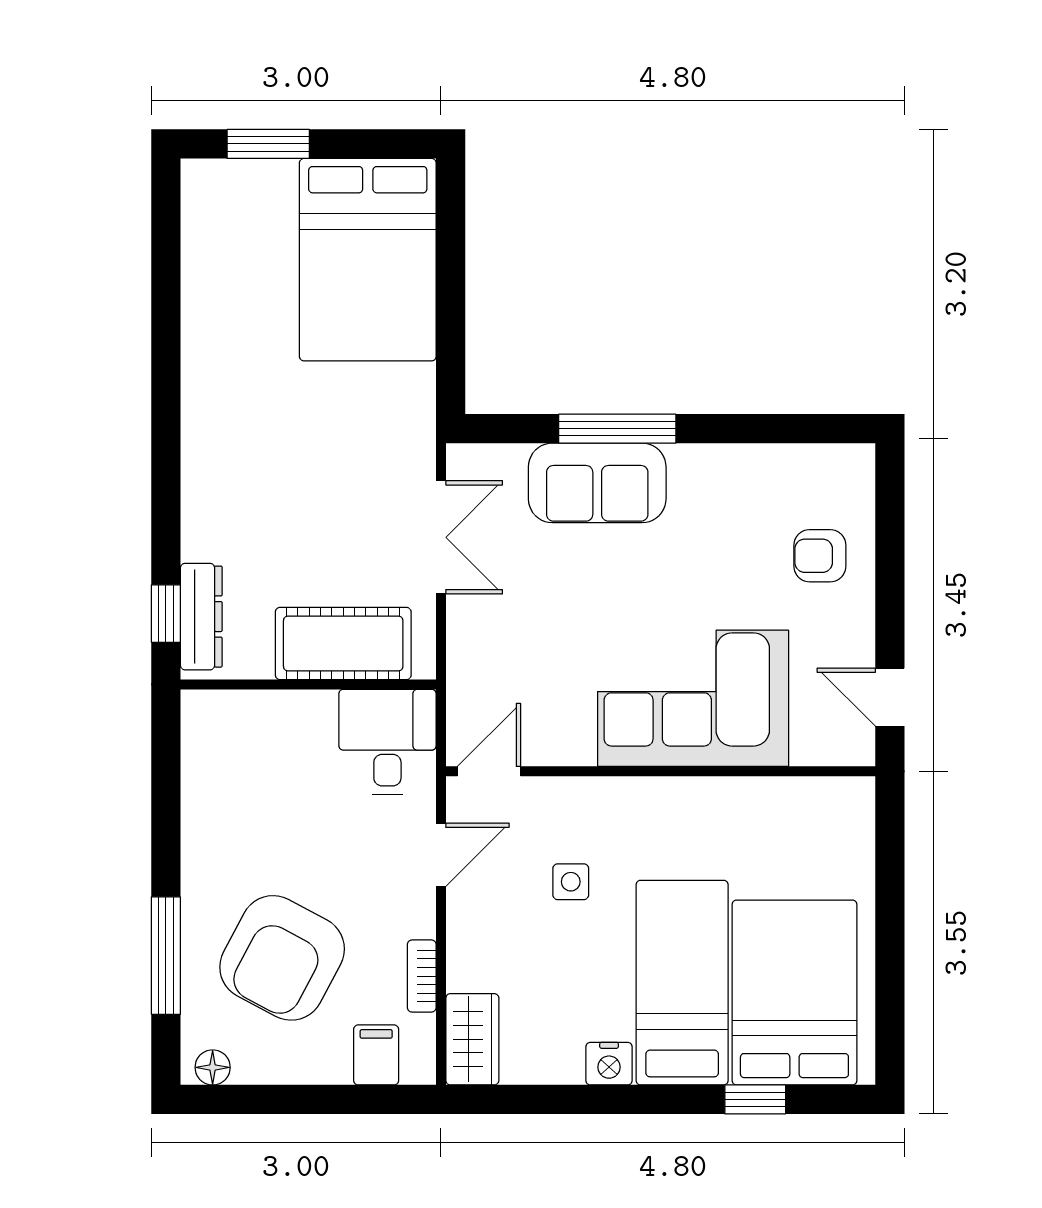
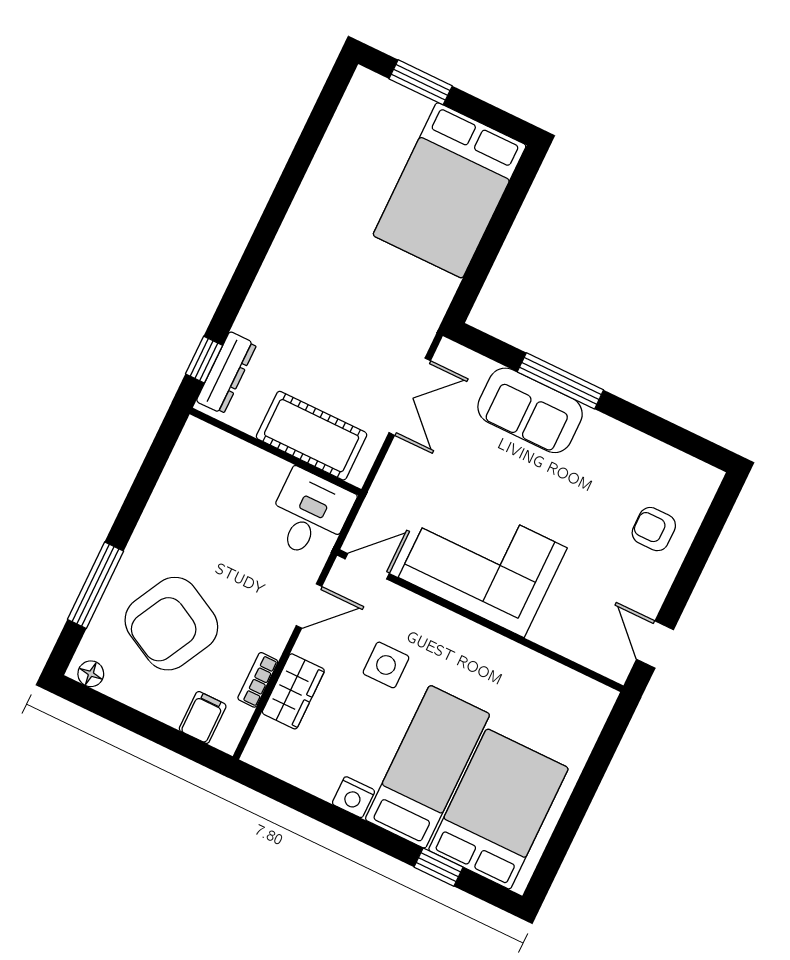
corner sofa: (693, 698) -> (483, 563), moved
side table: (571, 882) -> (386, 665), width x1.37, depth x1.37
wardrobe: (472, 1039) -> (293, 691), moved

